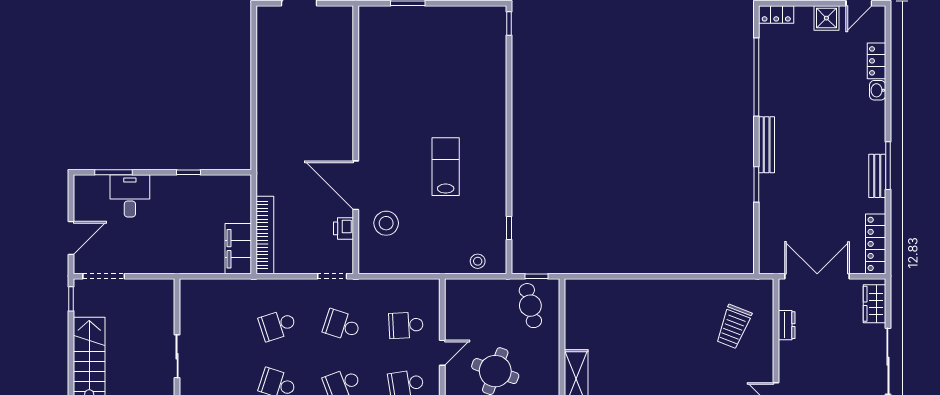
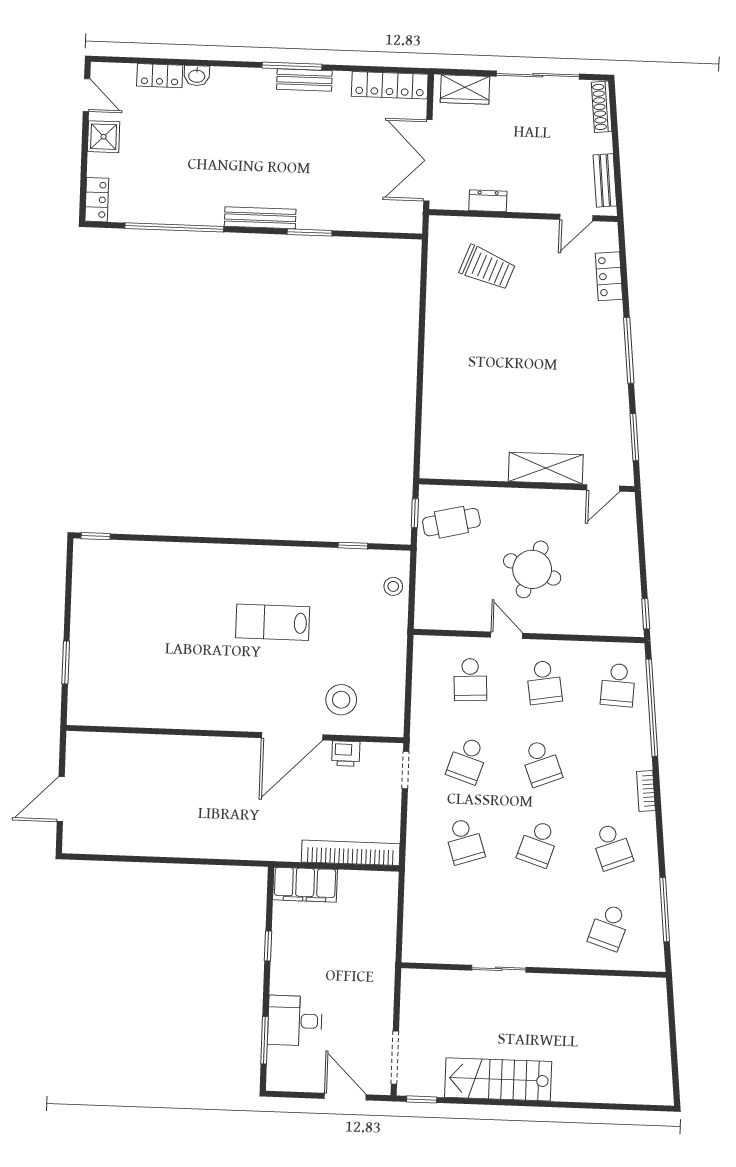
filing cabinet: (238, 249) -> (305, 885), moved

